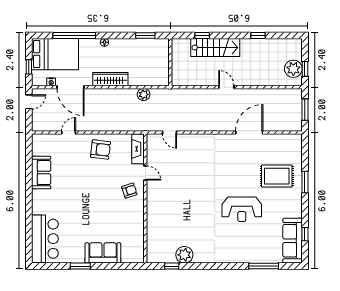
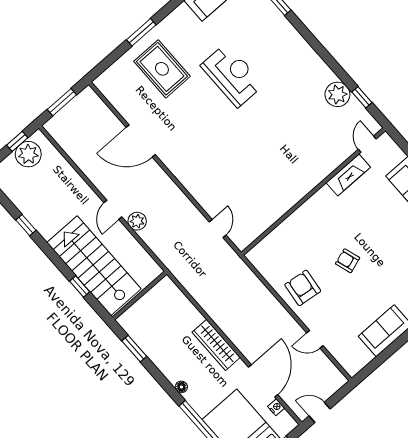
stairs: (215, 47) -> (94, 266), width x1.36, depth x1.51
plant: (144, 94) -> (137, 221), moved
fireplace: (138, 149) -> (348, 175), moved
door: (145, 173) -> (367, 144), moved
armchair: (129, 191) -> (348, 261), moved

